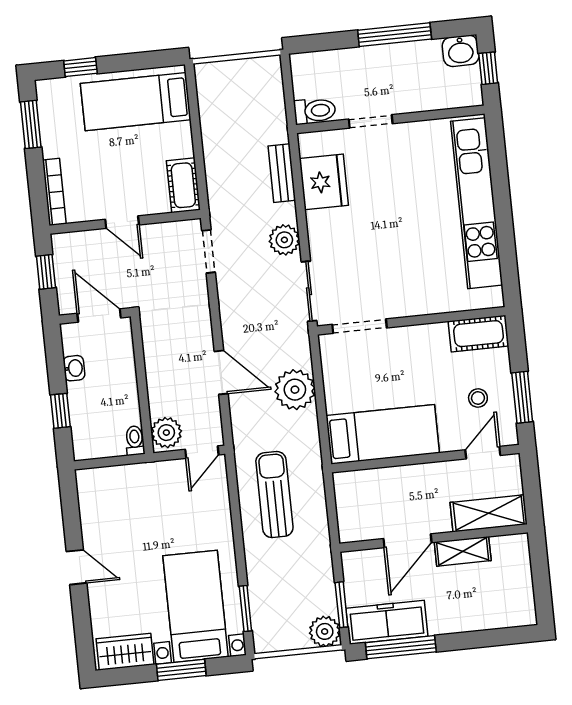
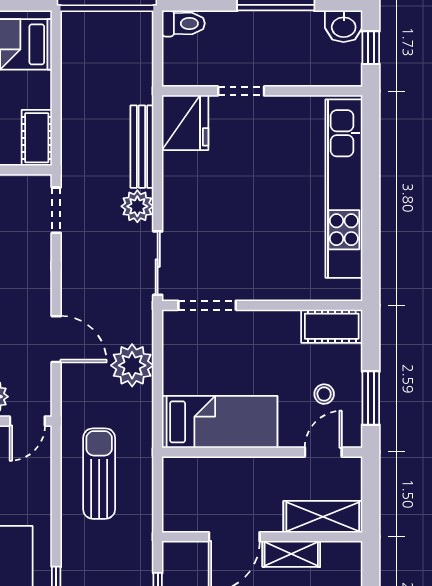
toilet: (315, 111) -> (183, 23), moved
bench: (282, 173) -> (142, 147), width x1.36
fridge: (324, 182) -> (185, 123), moved

